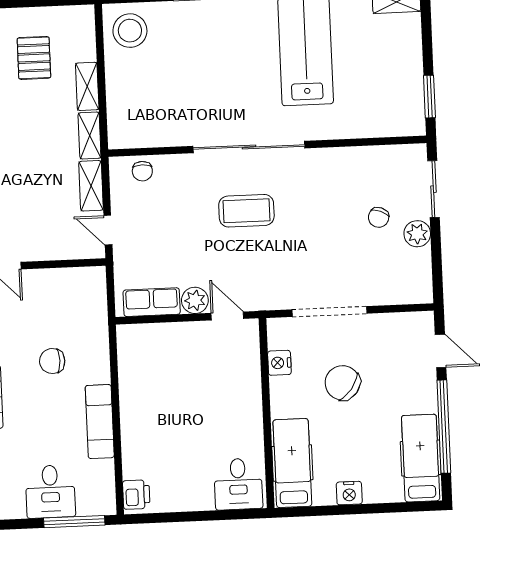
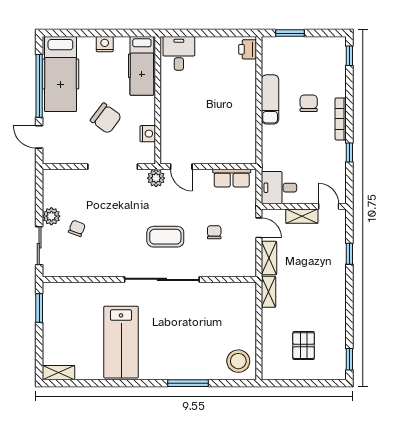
shelving: (87, 86) -> (302, 216), moved, turned 90
chair: (142, 171) -> (214, 232), moved
plant: (195, 300) -> (156, 178), moved
chair: (52, 361) -> (309, 103), moved, turned -90
hospital bed: (421, 458) -> (60, 74), width x1.37, depth x1.29
desk: (50, 492) -> (279, 188), moved, turned -90
window: (74, 522) -> (290, 33), width x0.69

